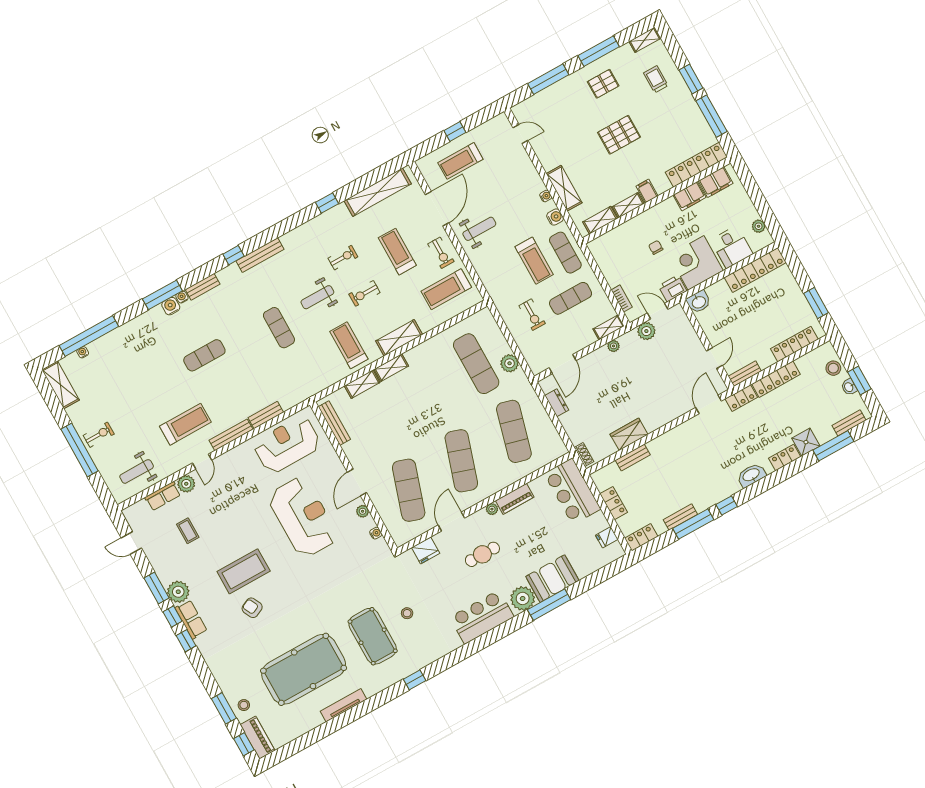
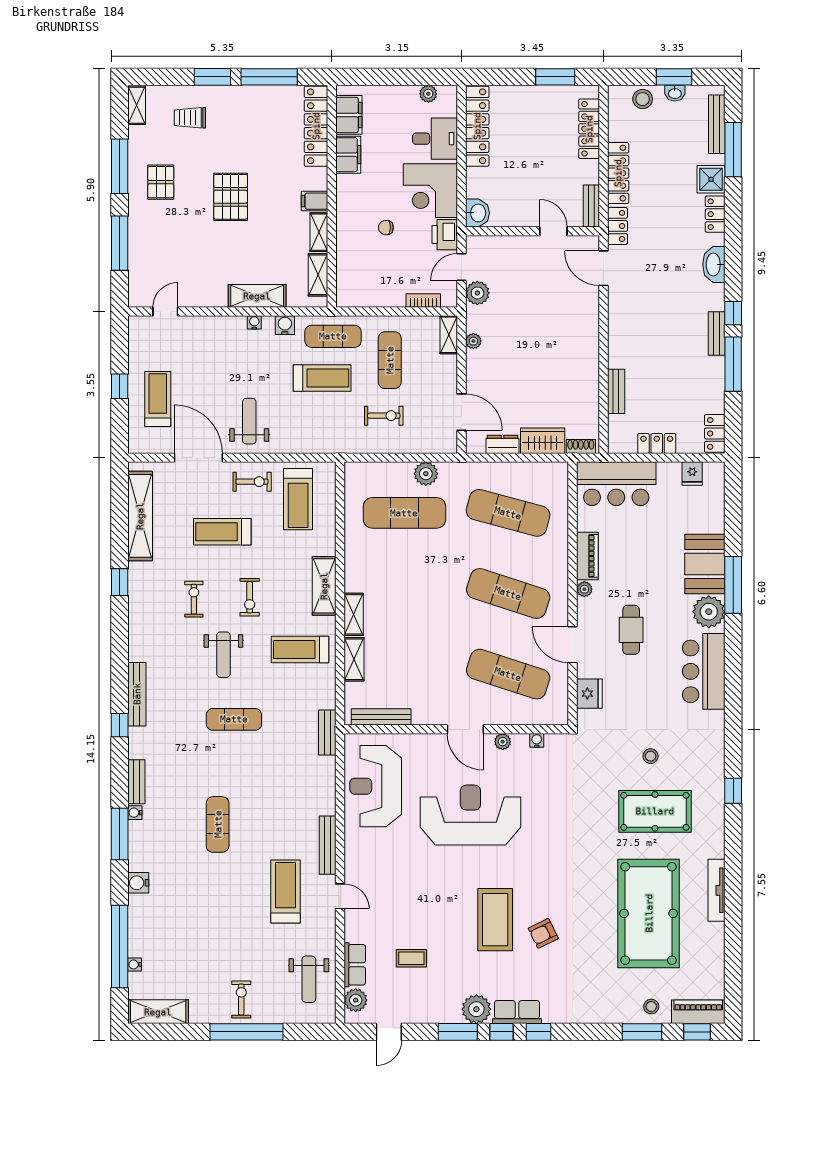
treadmill: (460, 161) -> (158, 399), turned 180
water cooler: (171, 306) -> (138, 883), moved
bench: (266, 415) -> (327, 733), moved
bench: (849, 423) -> (717, 124), width x1.36
wardrobe: (629, 434) -> (543, 441), moved, turned 90
plant: (186, 484) -> (356, 1000), moved
bench: (680, 517) -> (717, 334), moved

